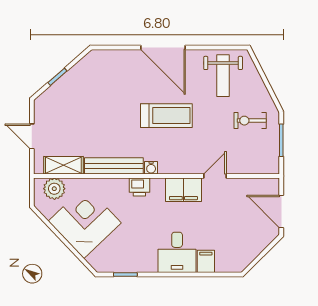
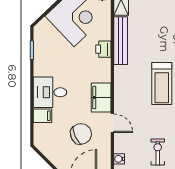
water cooler: (151, 168) -> (119, 159), moved
printer: (139, 187) -> (103, 49), moved
chair: (228, 214) -> (81, 134), added

